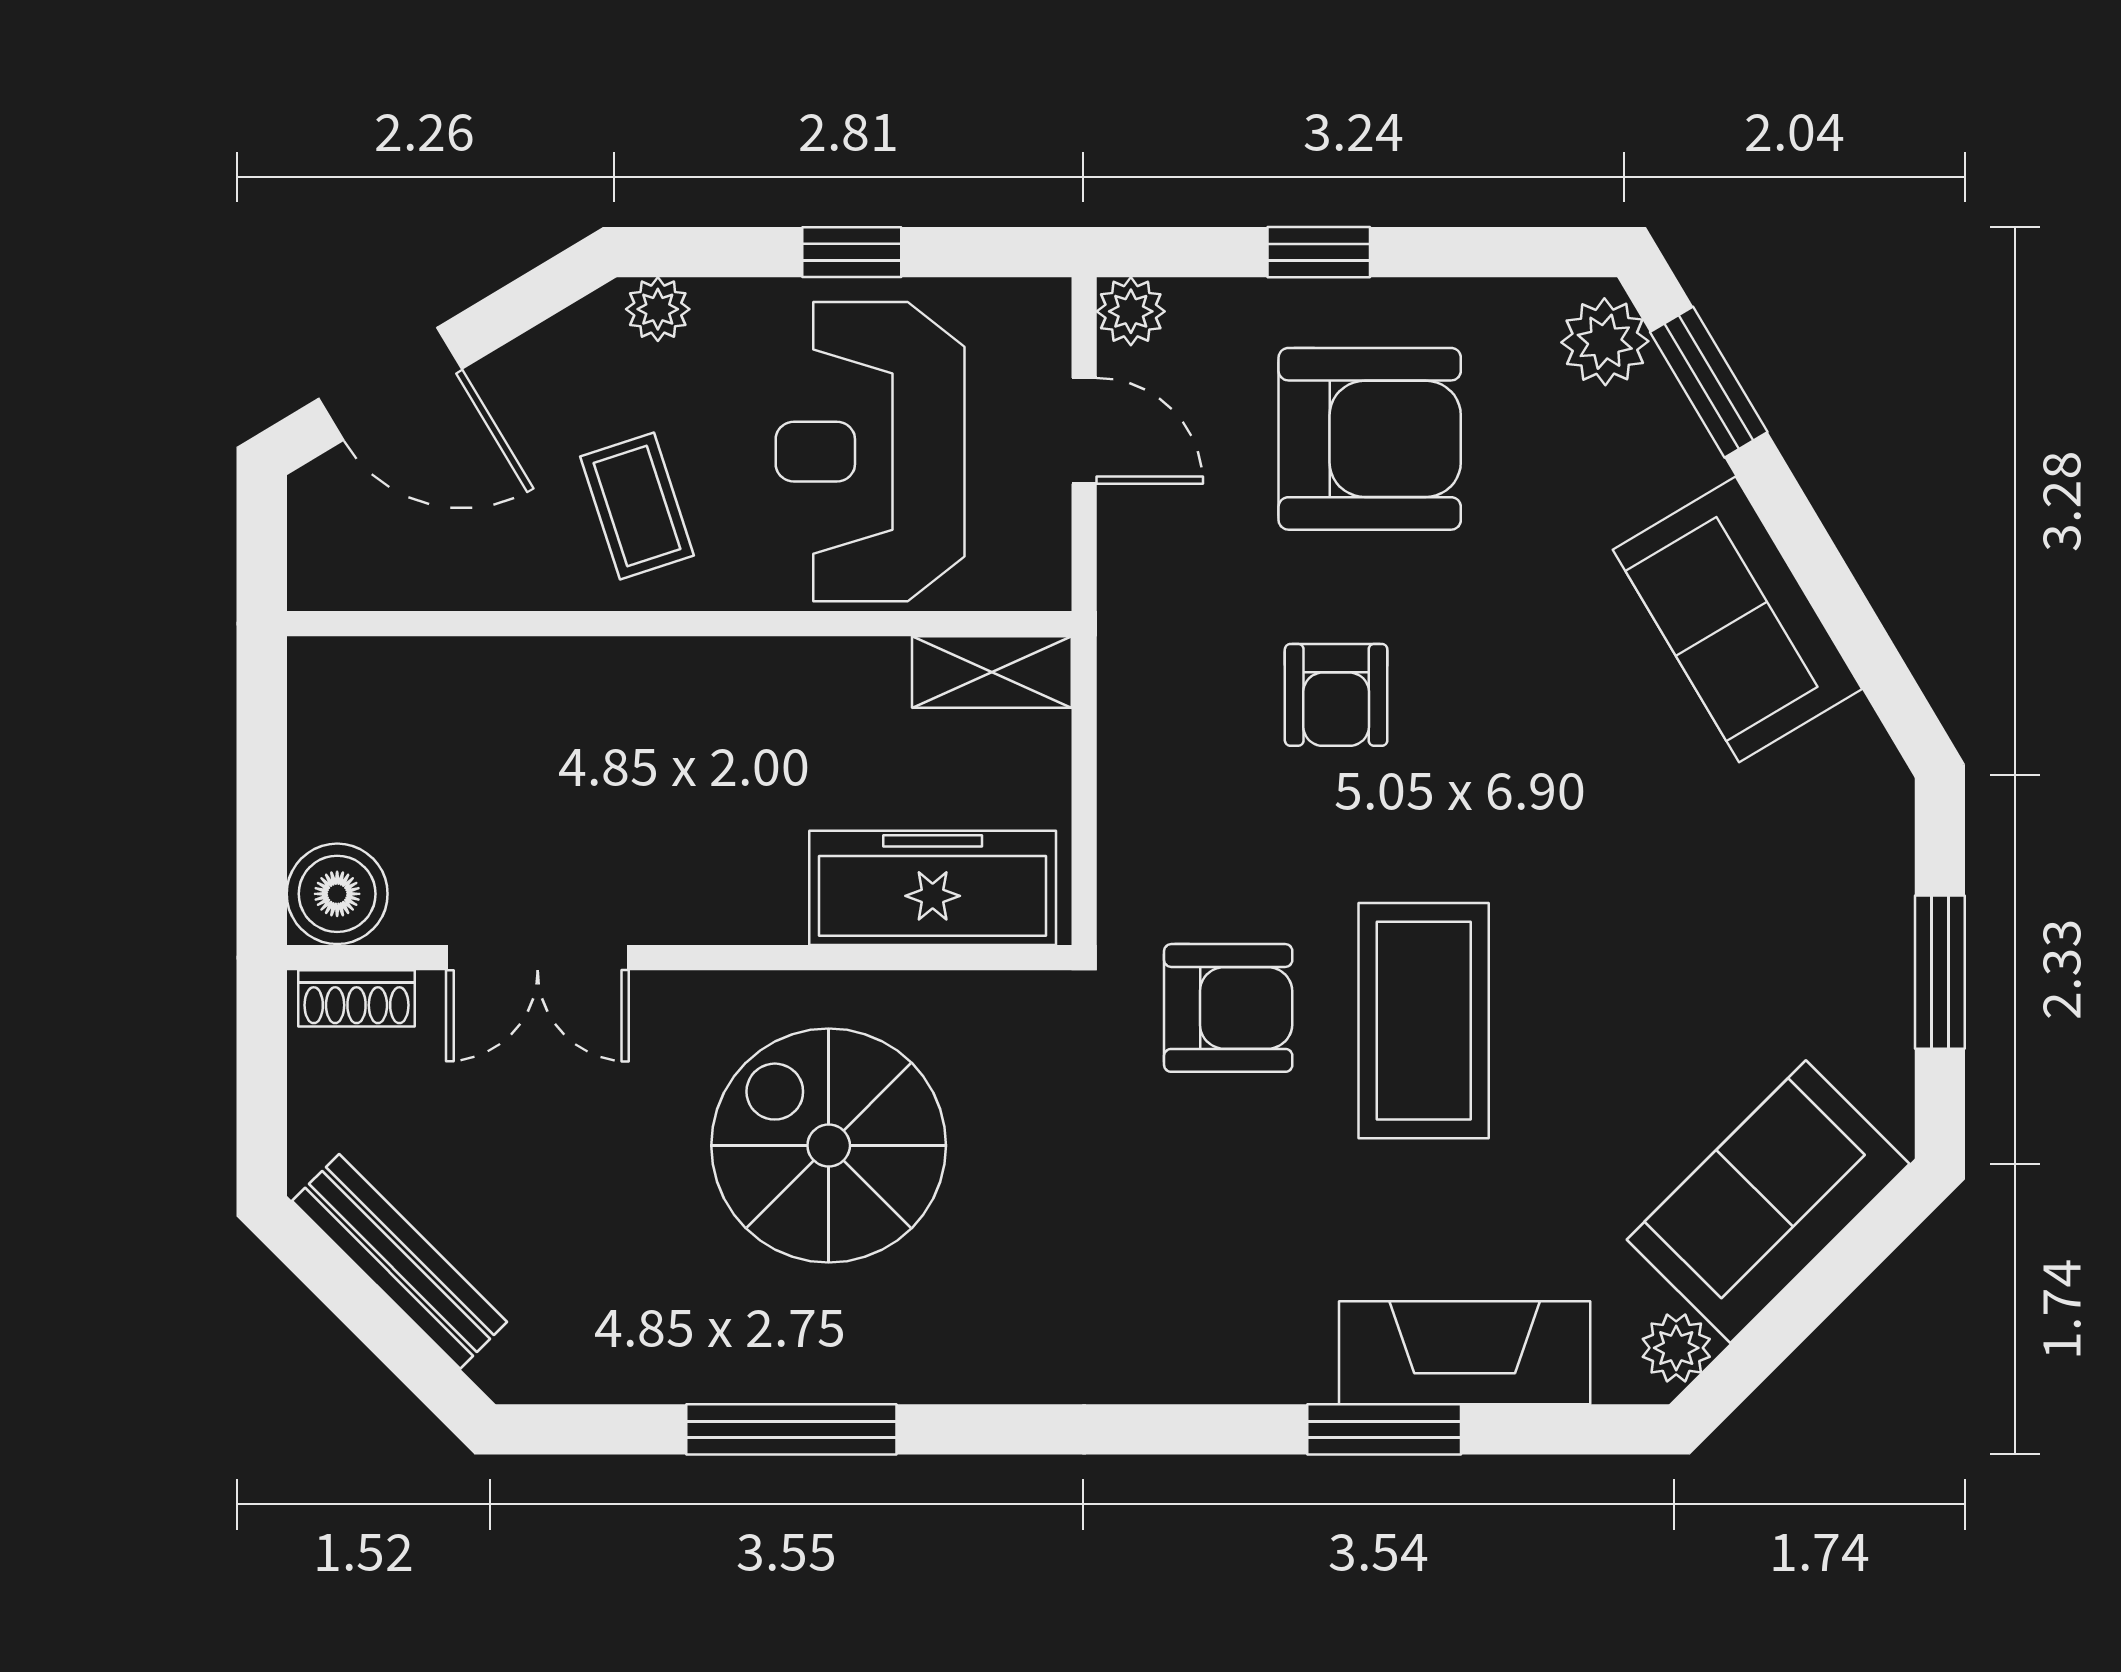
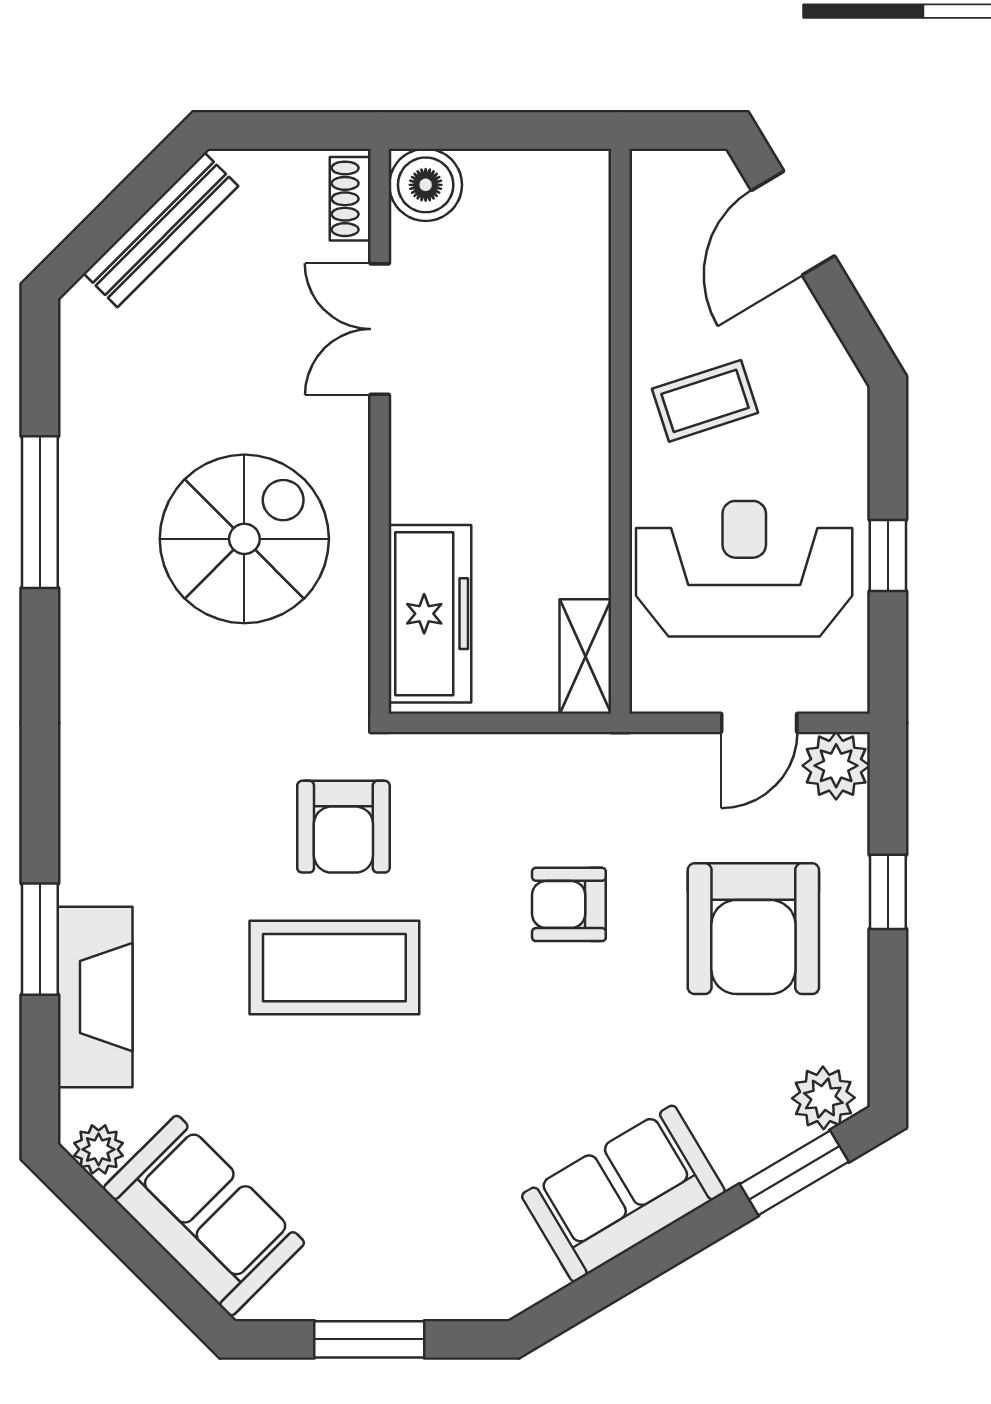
plant: (658, 309) -> (847, 416), removed
plant: (1131, 311) -> (836, 766), width x1.38, depth x1.38

